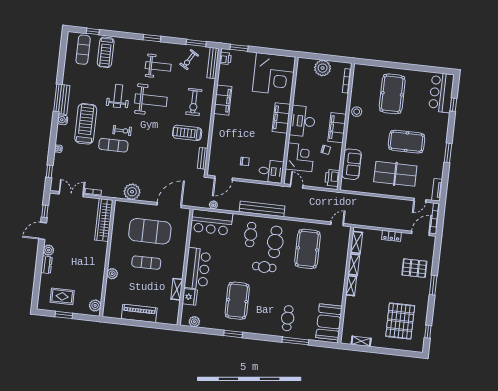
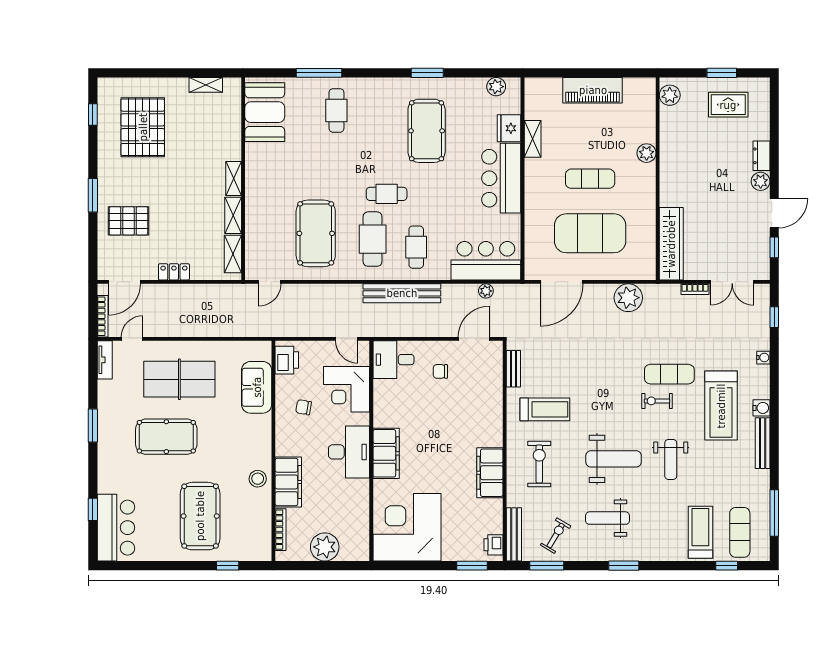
window: (380, 64) -> (228, 566), added
window: (58, 98) -> (774, 513), moved
weight bench: (151, 100) -> (614, 459), turned 180
filing cabinet: (337, 128) -> (288, 482), moved

